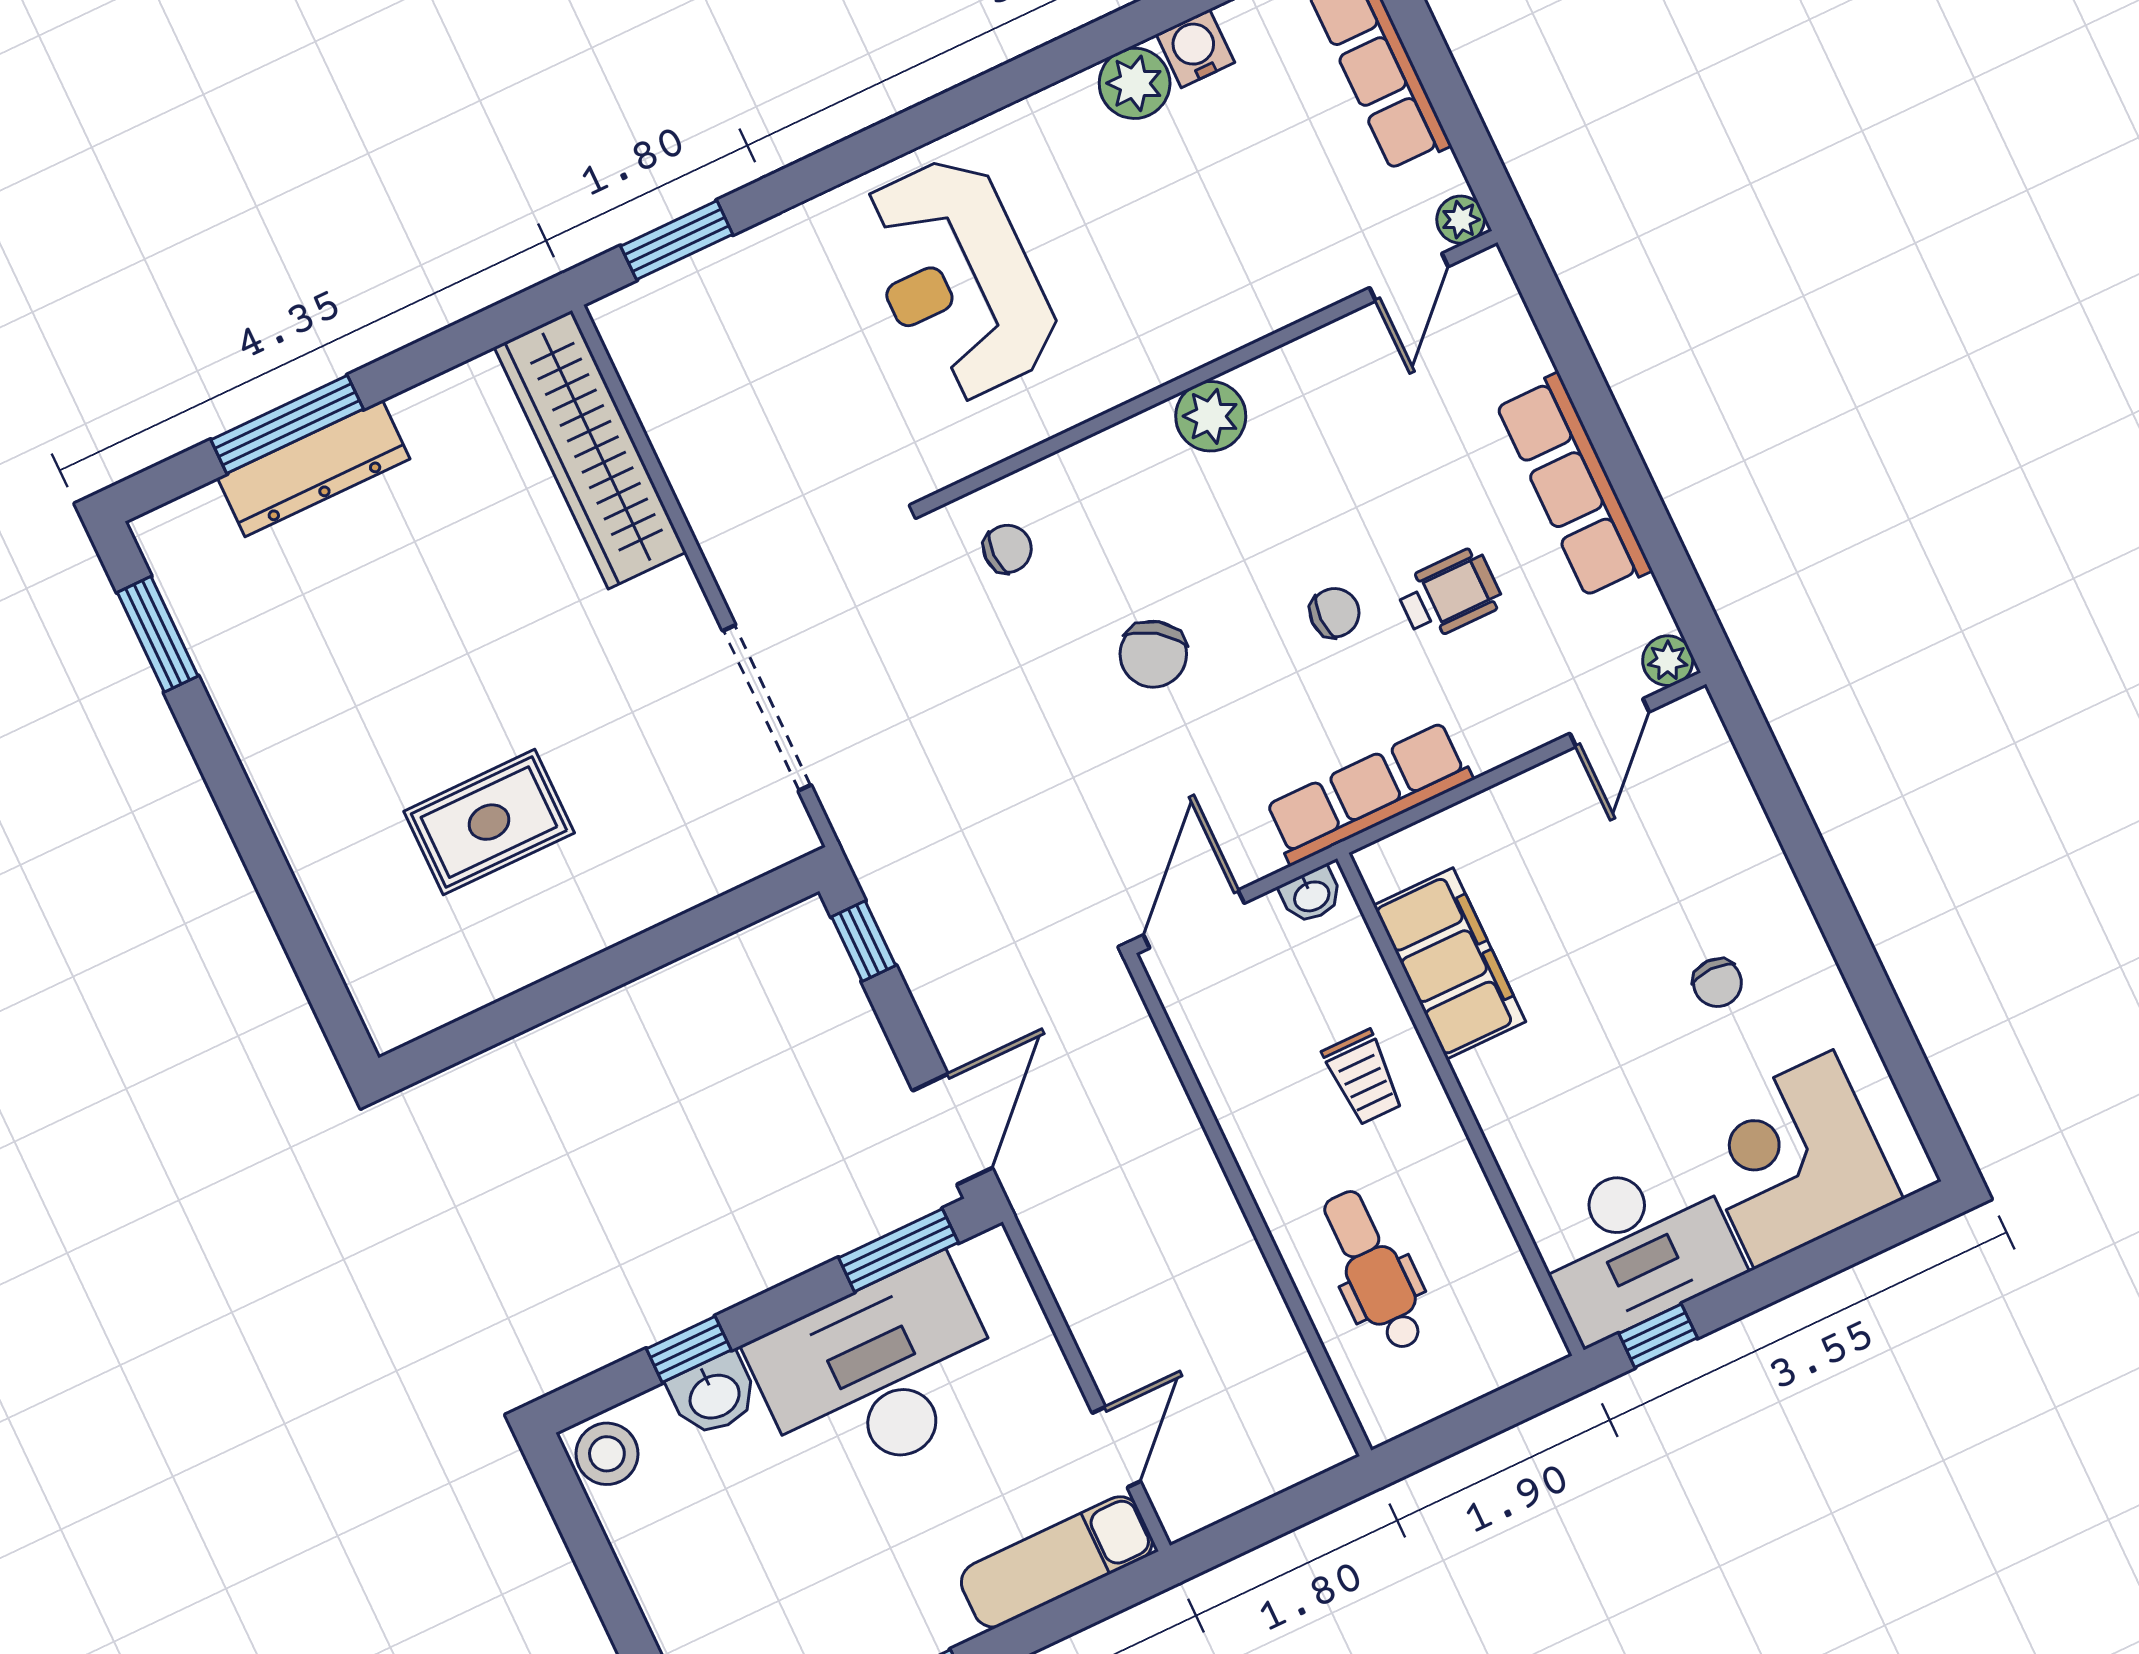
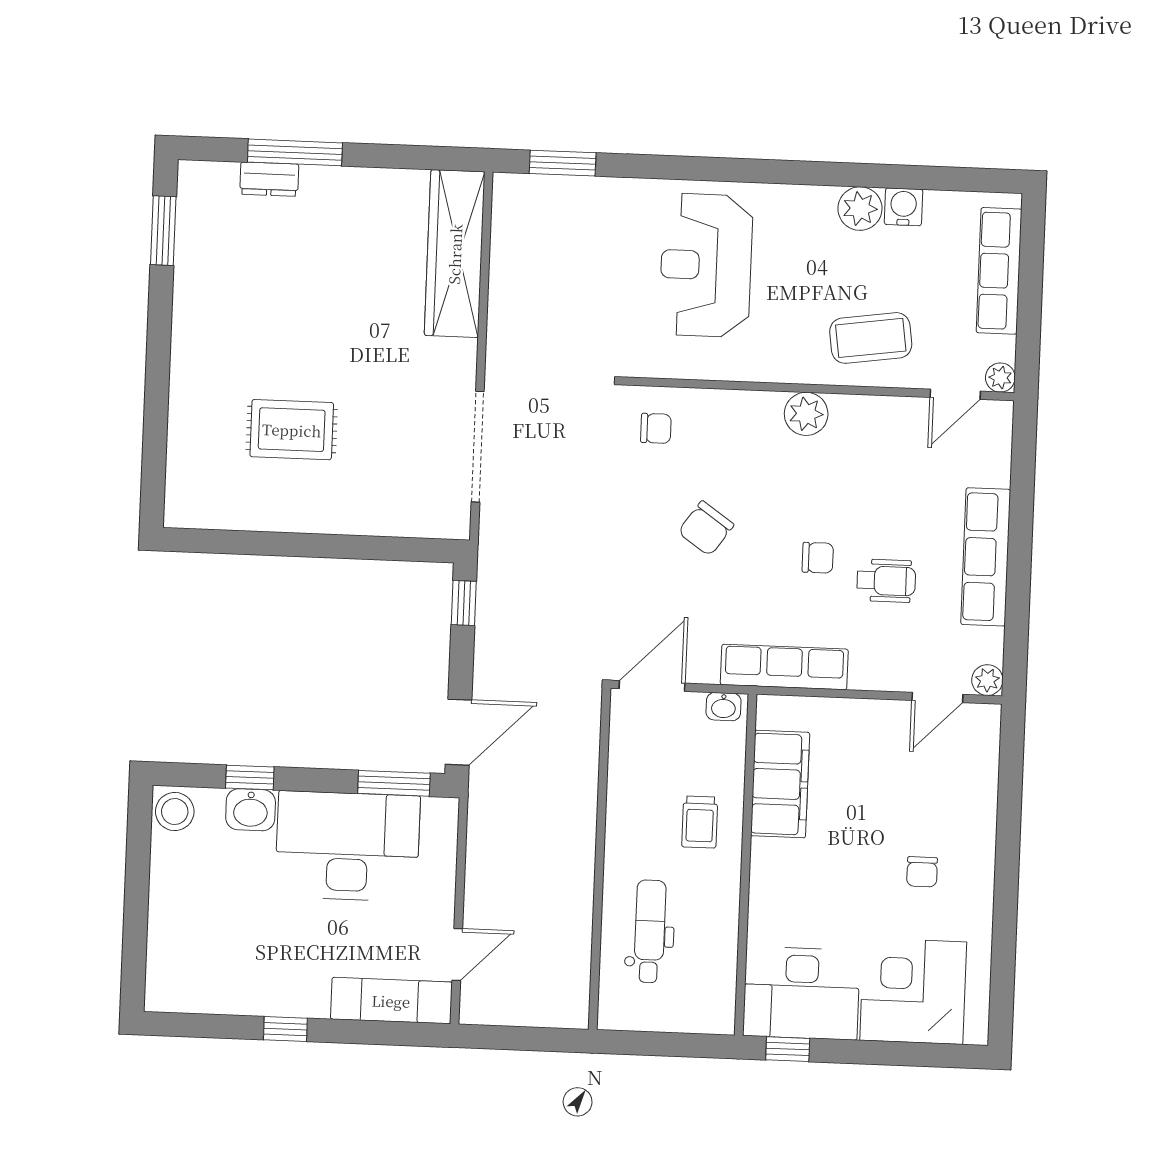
coffee table: (1246, 260) -> (871, 338), added
dresser: (314, 468) -> (269, 179), width x0.51, depth x0.80

